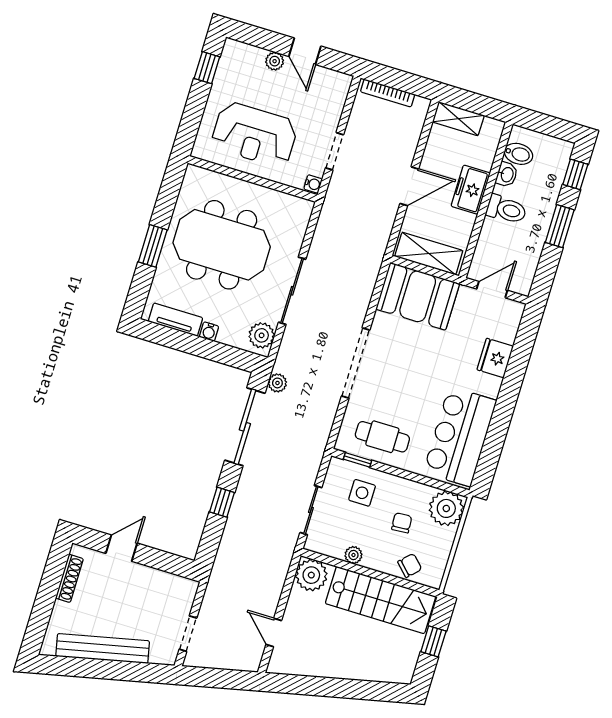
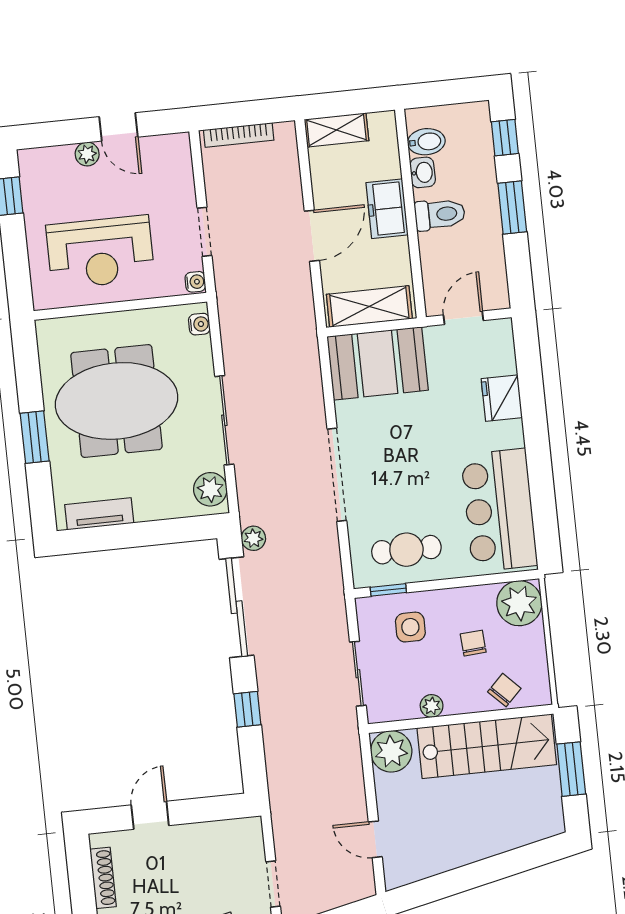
water cooler: (209, 332) -> (199, 324), moved, turned -90
window: (433, 641) -> (571, 769), width x1.50

